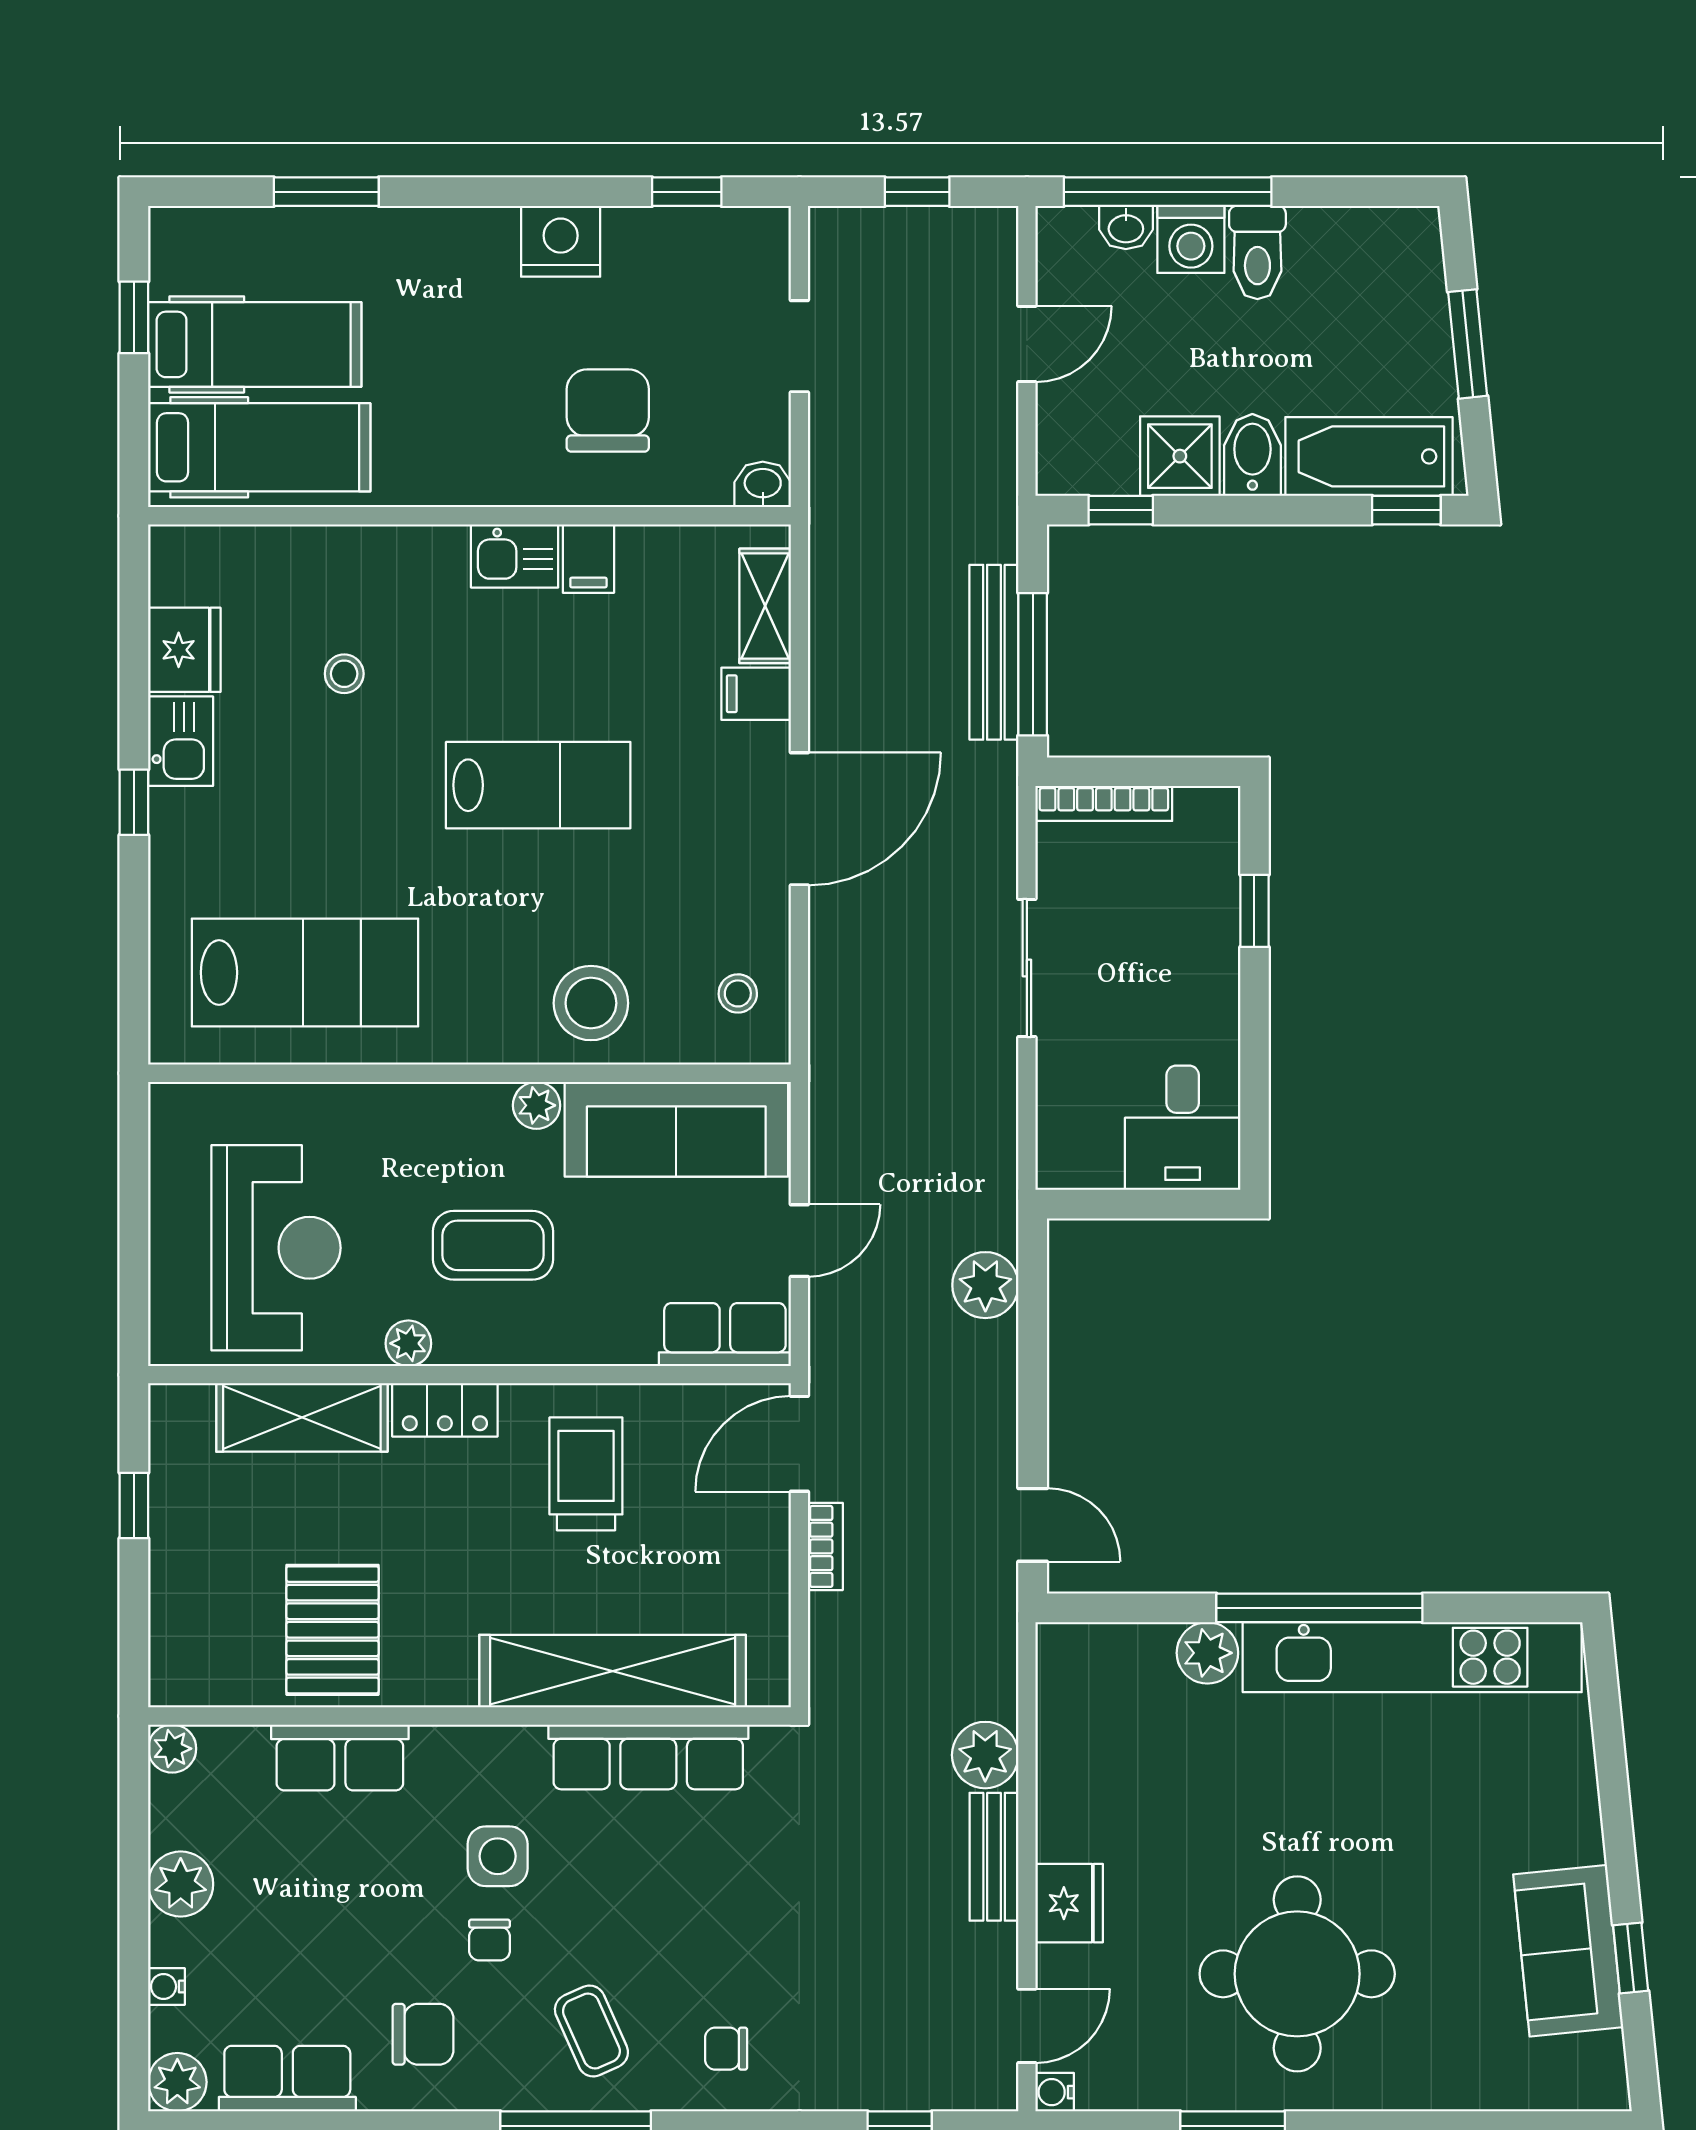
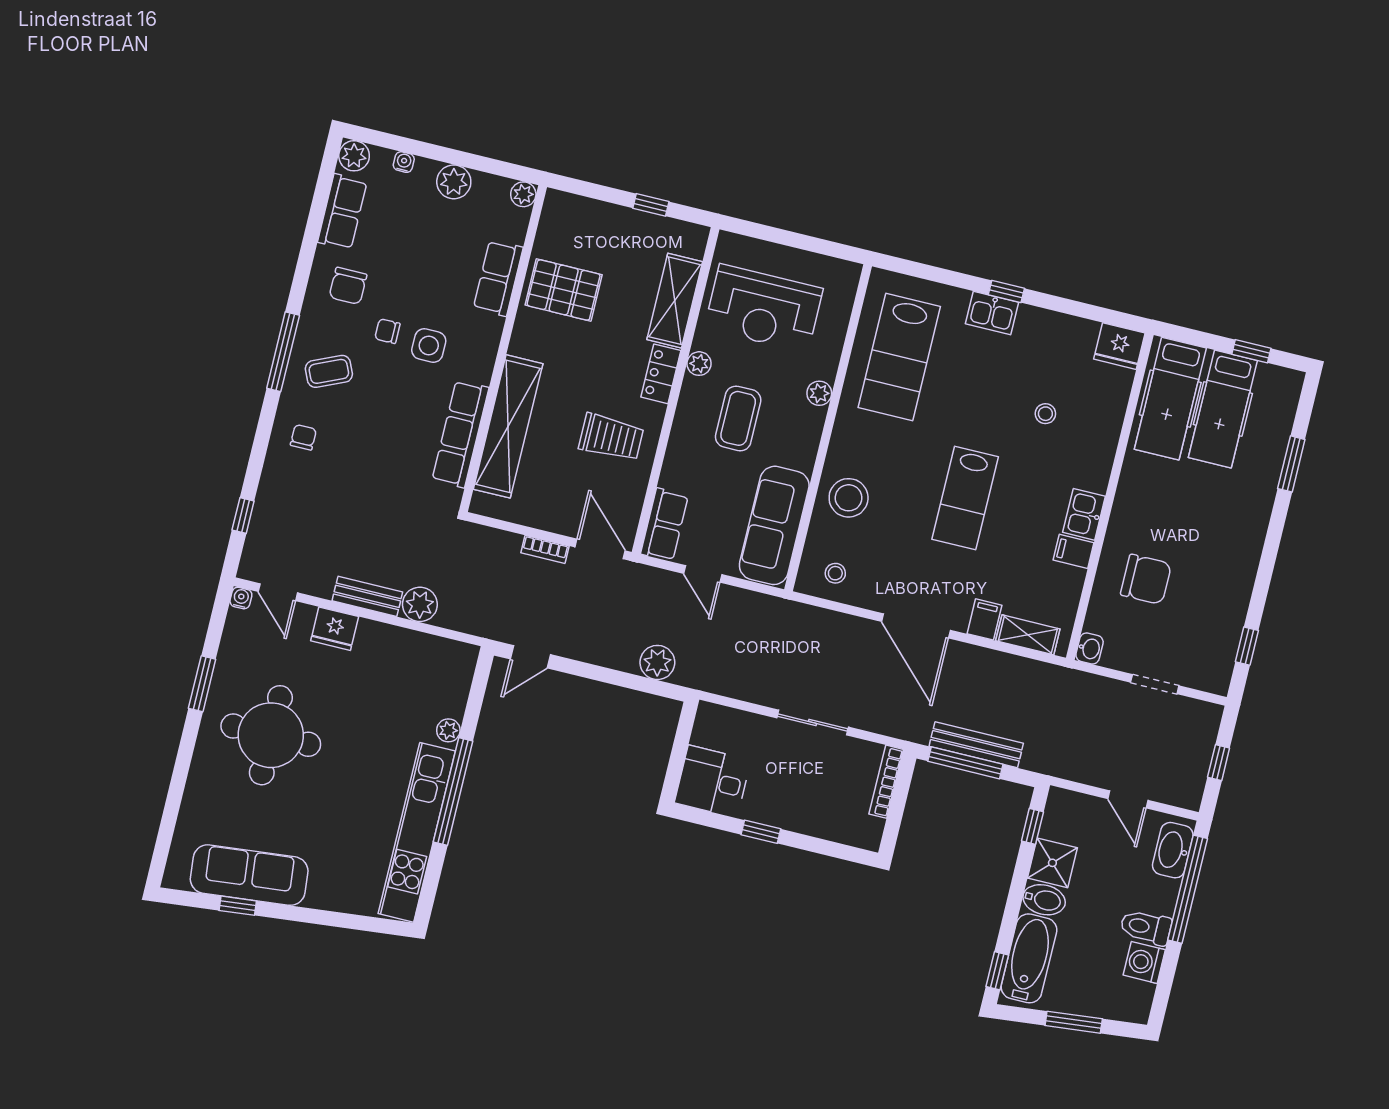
washbasin: (1126, 227) -> (1173, 850), width x1.91, depth x1.45
washing machine: (1191, 239) -> (1144, 962), moved
nightstand: (561, 241) -> (1237, 576), removed
fridge: (184, 650) -> (1119, 346), moved
kitchen sink: (181, 741) -> (992, 313), moved
window: (1254, 911) -> (761, 832), moved
plant: (537, 1105) -> (819, 393), moved
plant: (1207, 1653) -> (448, 730), width x0.73, depth x0.73
sofa: (1568, 1951) -> (249, 875), width x1.36

